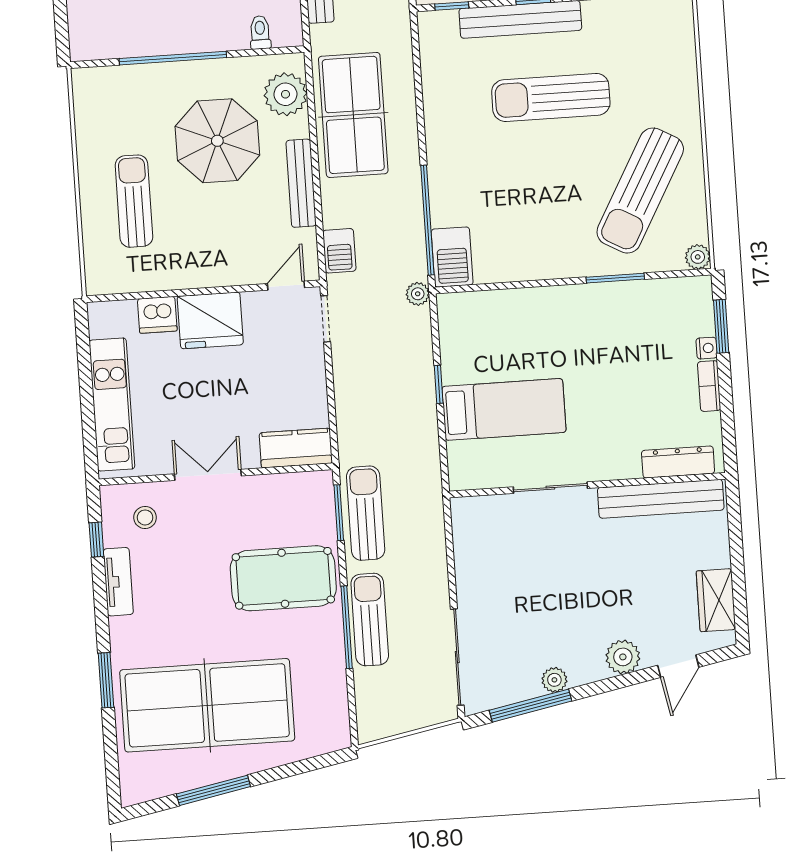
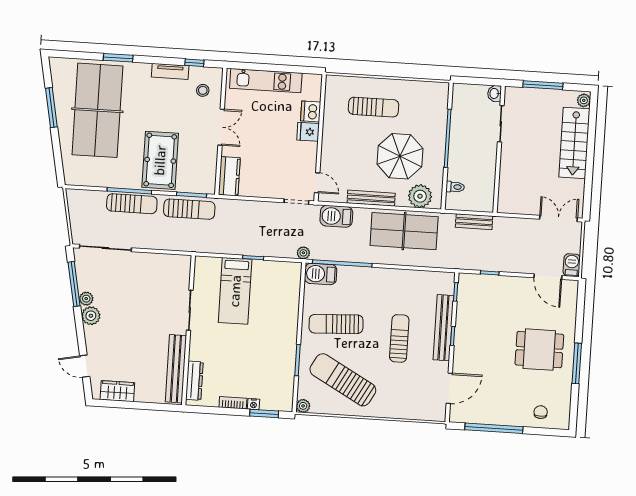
sun lounger: (551, 97) -> (399, 338), width x0.73, depth x0.75
sun lounger: (540, 217) -> (336, 324), added
barbecue: (339, 251) -> (336, 216), width x1.38, depth x1.27
fridge: (210, 320) -> (308, 132), width x0.53, depth x0.75
plant: (623, 657) -> (91, 316), moved

